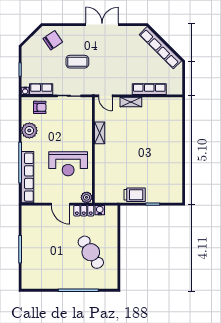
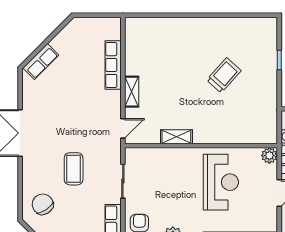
row of seats: (160, 48) -> (41, 62), width x0.50
trolley: (135, 195) -> (224, 75), moved, turned 42

